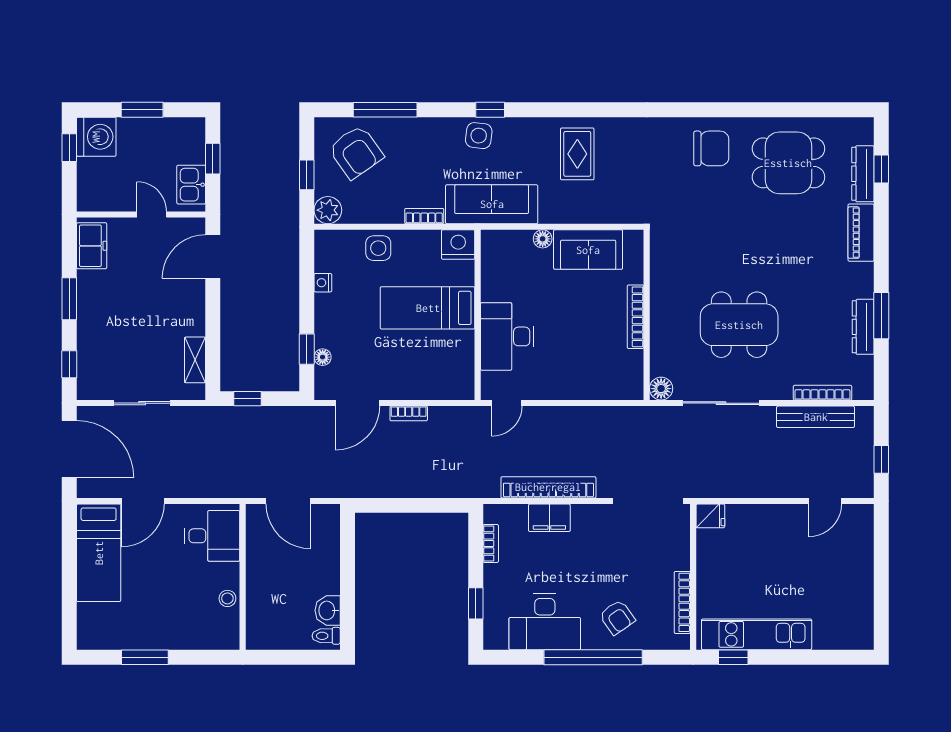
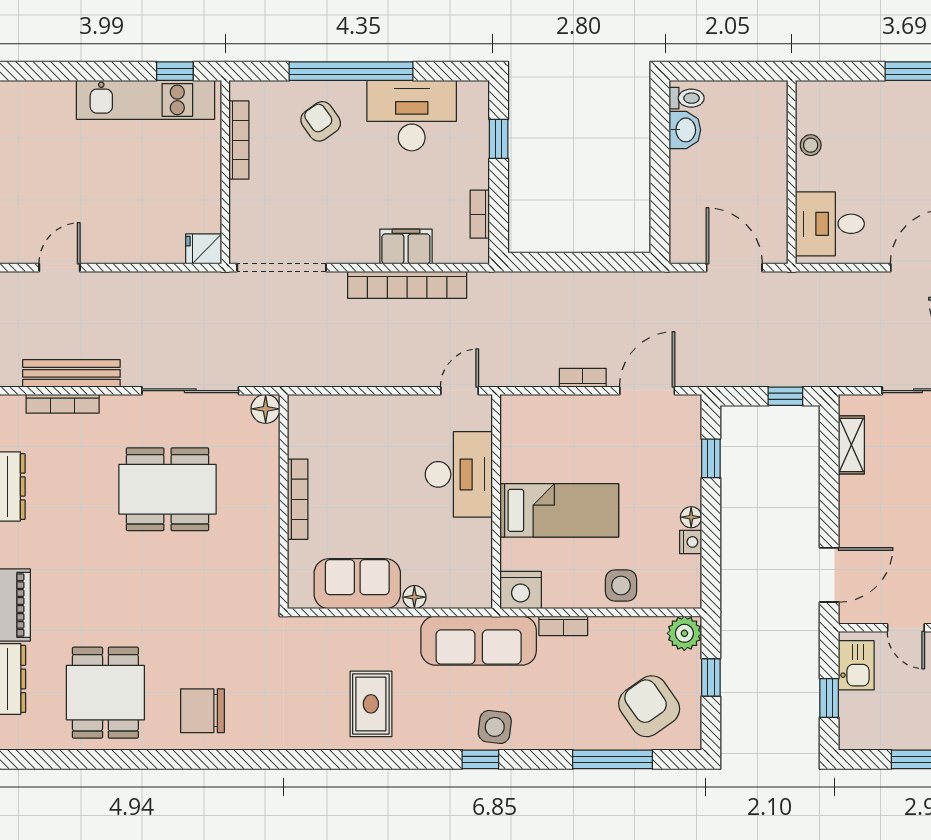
dining table: (788, 163) -> (105, 693), turned 90
floor lamp: (323, 357) -> (691, 517), moved

